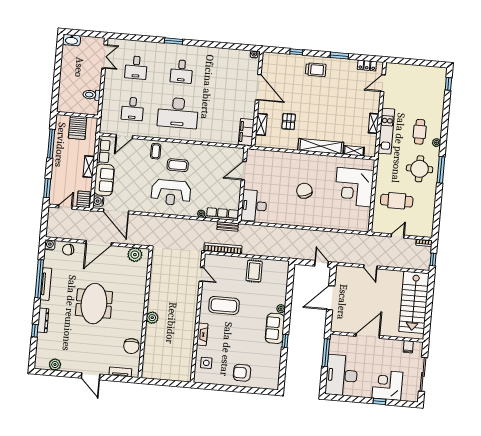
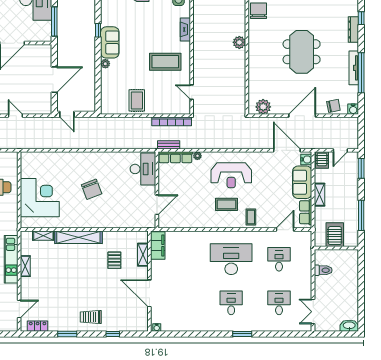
reception desk: (171, 192) -> (231, 175), turned 180

